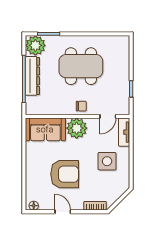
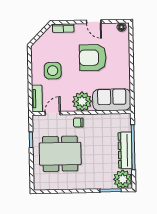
dining table: (81, 66) -> (60, 154), moved

